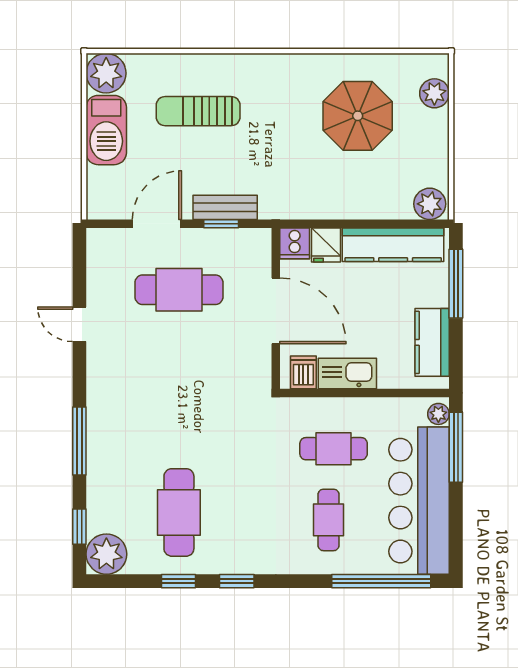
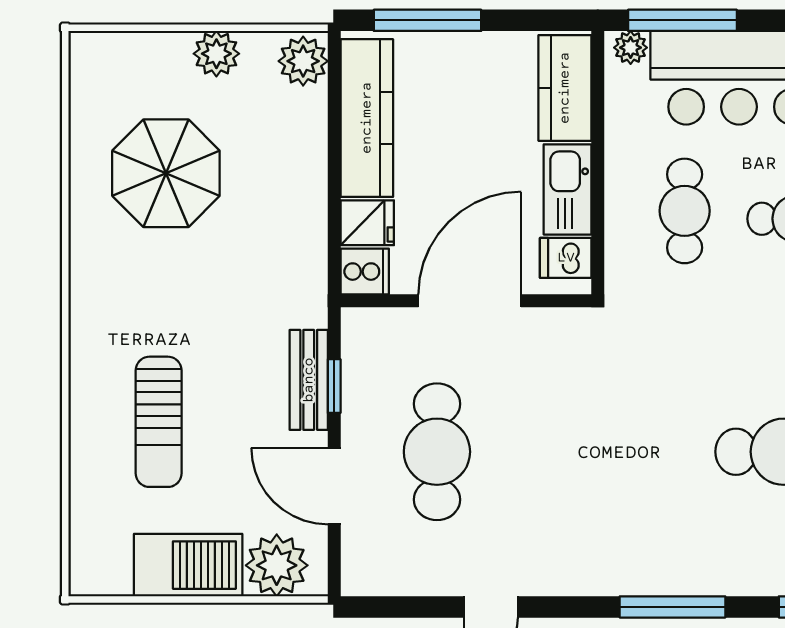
plant: (106, 73) -> (277, 565), moved
plant: (434, 93) -> (216, 54), moved
kitchen counter: (432, 342) -> (565, 88), moved, turned 90

